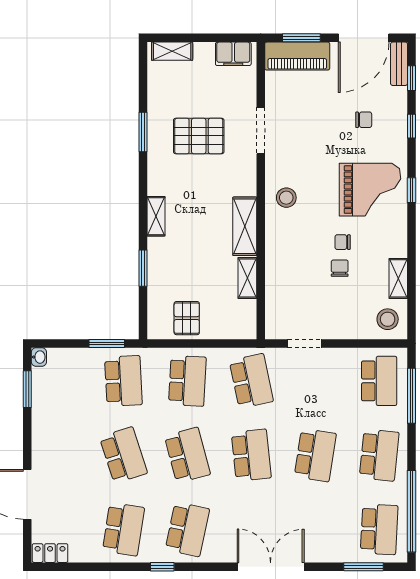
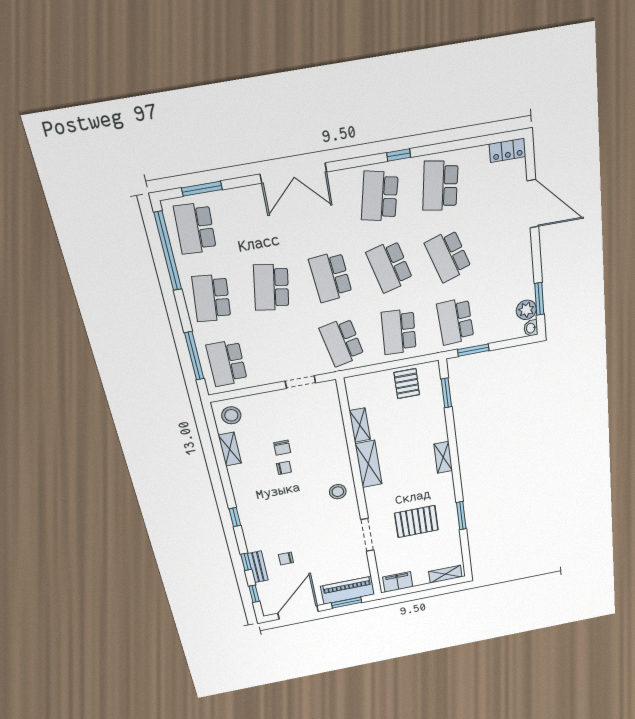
bench: (399, 64) -> (258, 567), moved
grand piano: (370, 190) -> (270, 511), removed
window: (143, 268) -> (446, 393), moved
plant: (43, 379) -> (526, 310), added

